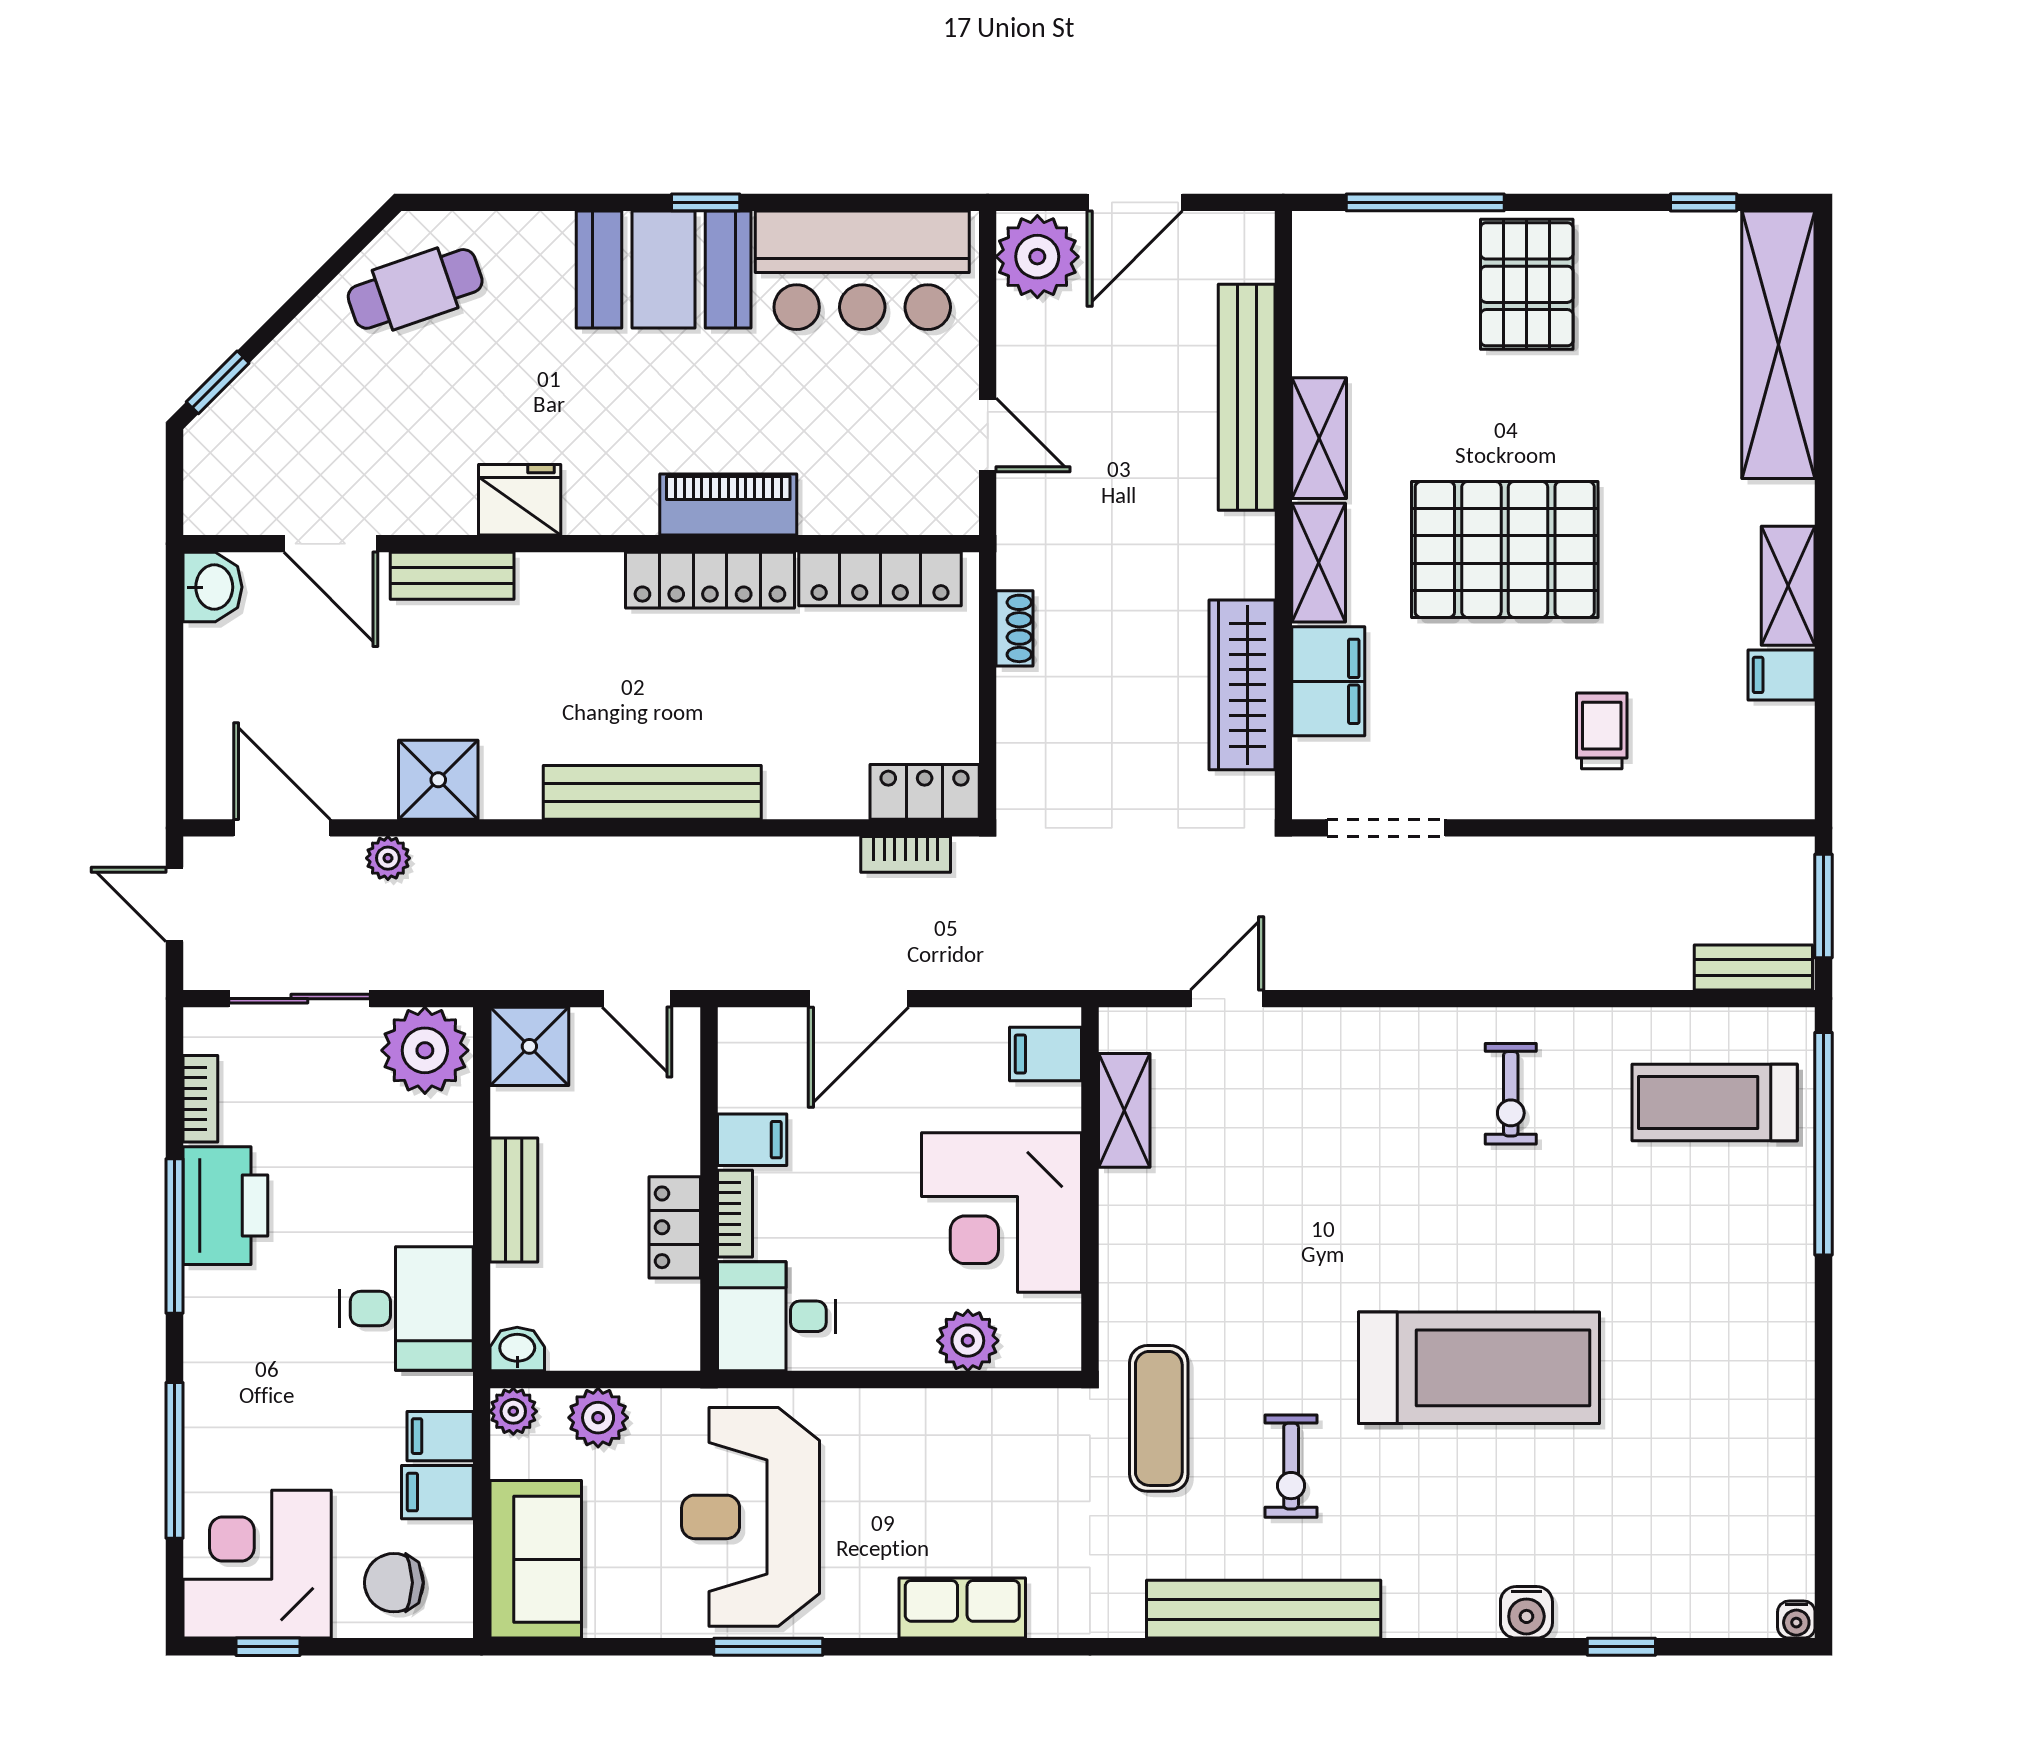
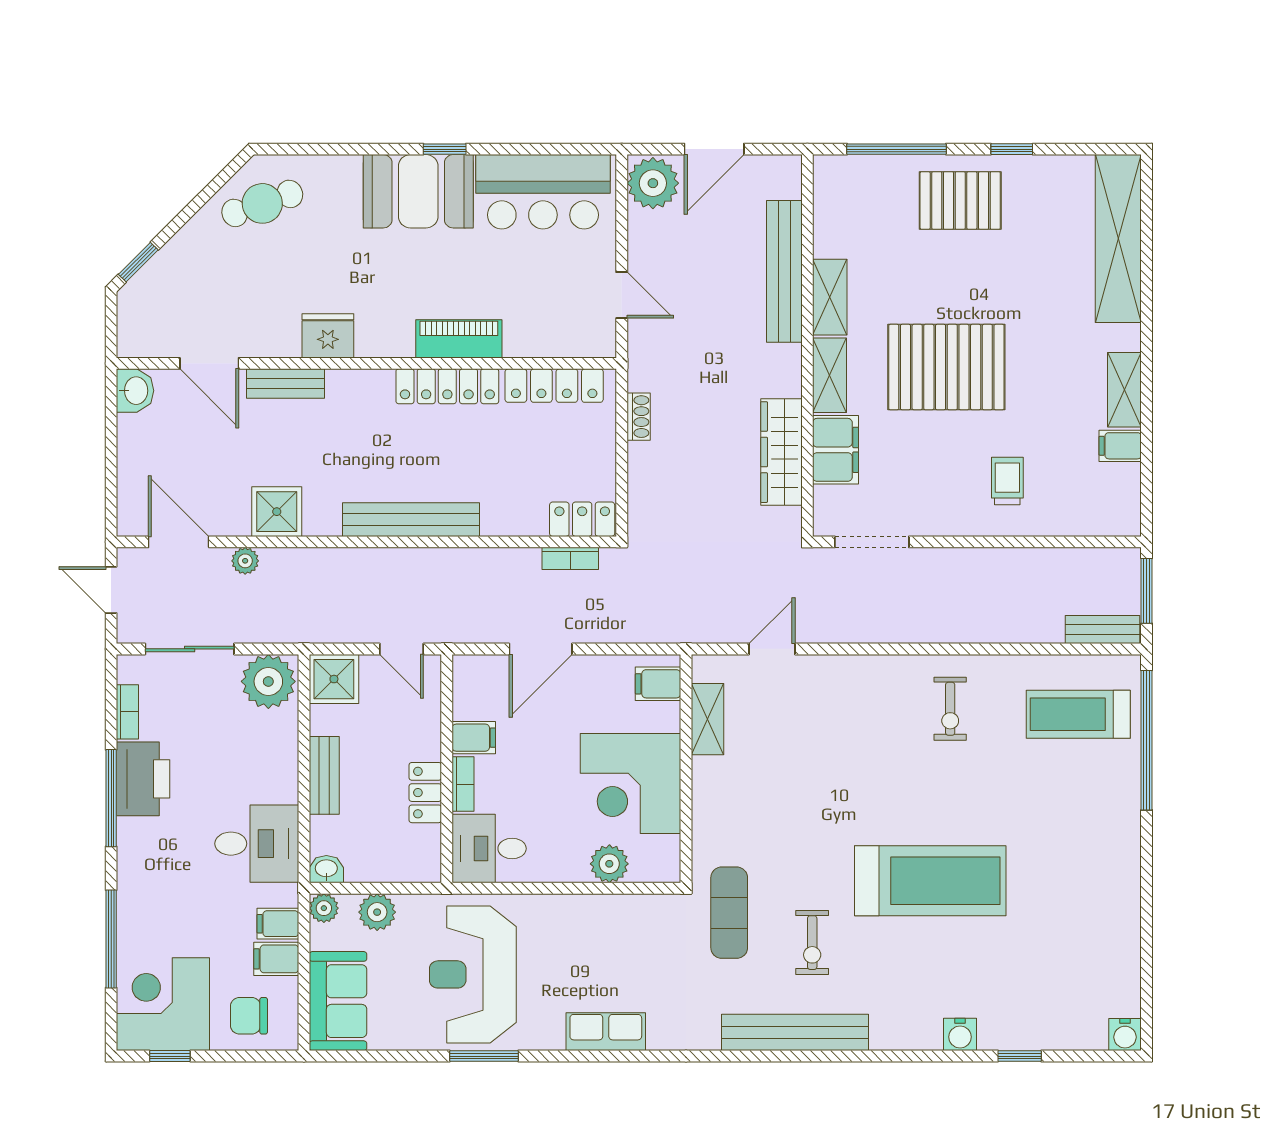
window: (1704, 202) -> (1012, 149), moved
pallet: (1527, 284) -> (960, 201), turned 90
water cooler: (1796, 1620) -> (1125, 1034), width x1.38, depth x1.38

